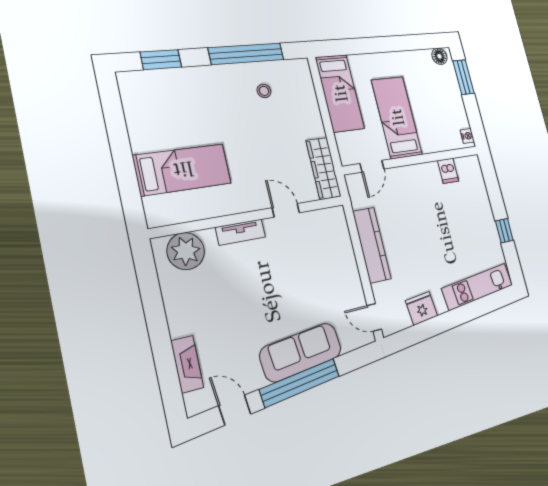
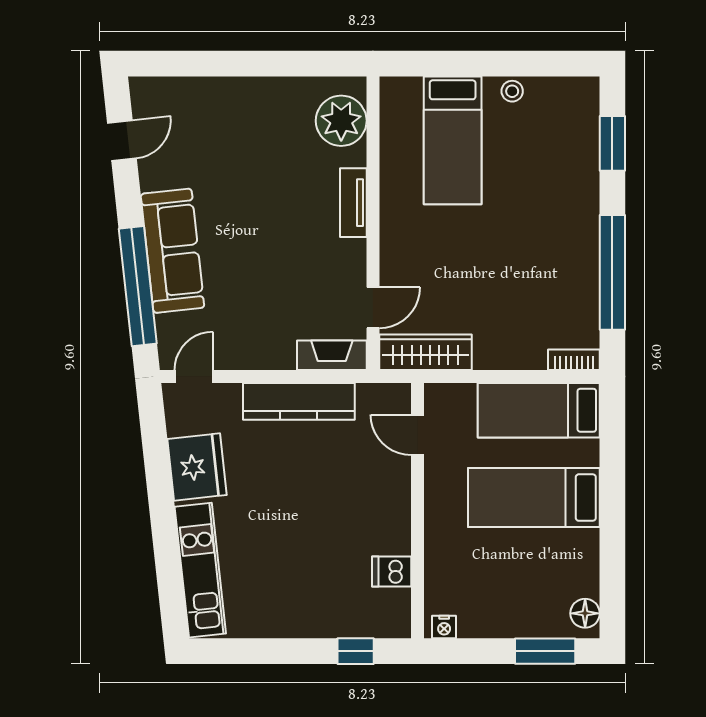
bookcase: (305, 74) -> (574, 360), added
stool: (264, 91) -> (512, 91), moved
bed: (397, 117) -> (534, 498), moved, turned 180
door: (286, 210) -> (373, 308), moved
window: (504, 231) -> (356, 651), moved
fridge: (422, 308) -> (197, 467), width x1.36, depth x1.34
fireplace: (187, 364) -> (332, 355), moved, turned 180
window: (300, 383) -> (138, 286), moved

